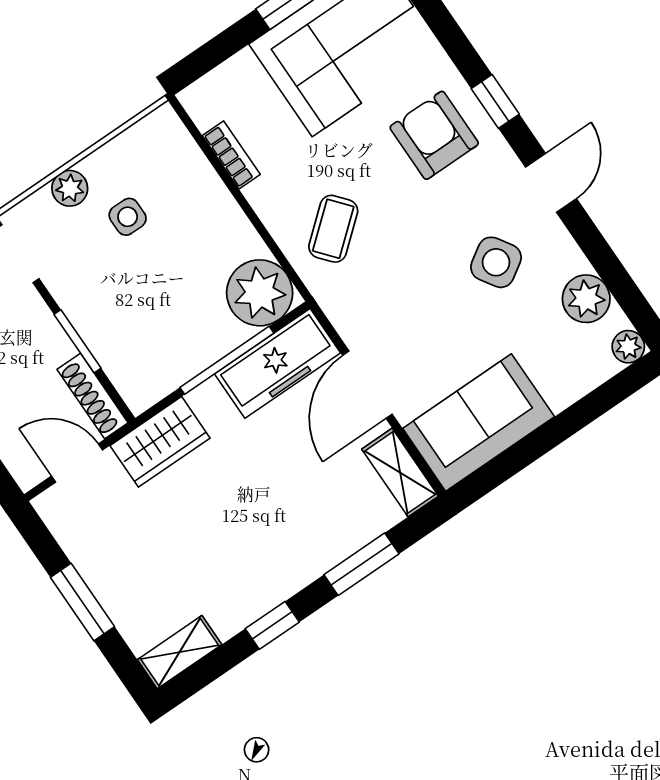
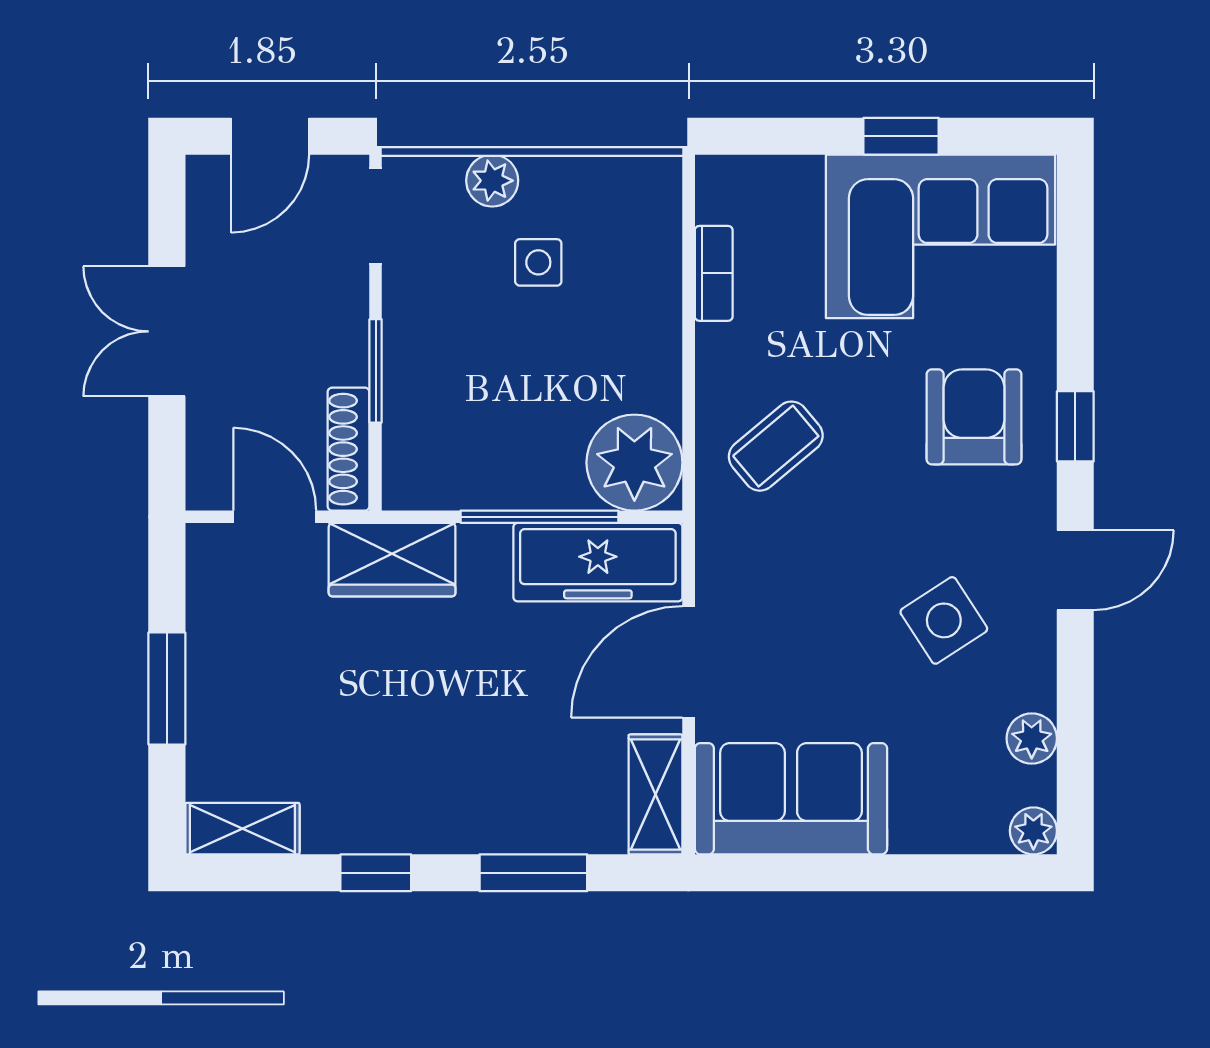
plant: (586, 299) -> (1032, 738), width x0.73, depth x0.73

